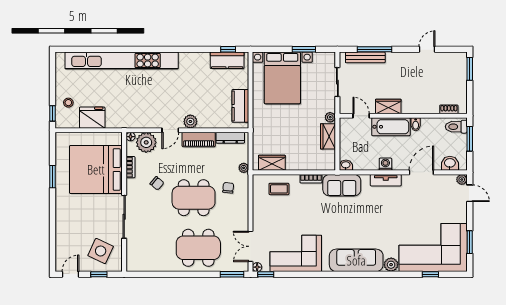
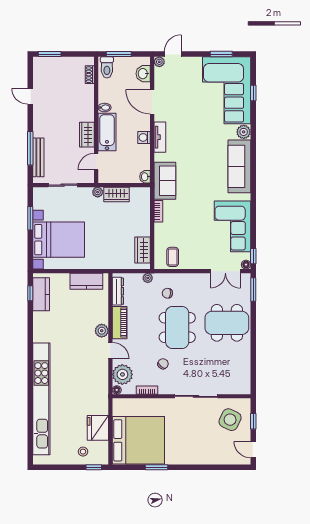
bed: (96, 169) -> (138, 440), moved, turned -90
coffee table: (279, 189) -> (173, 257), moved
dining table: (198, 248) -> (227, 323), turned 90

